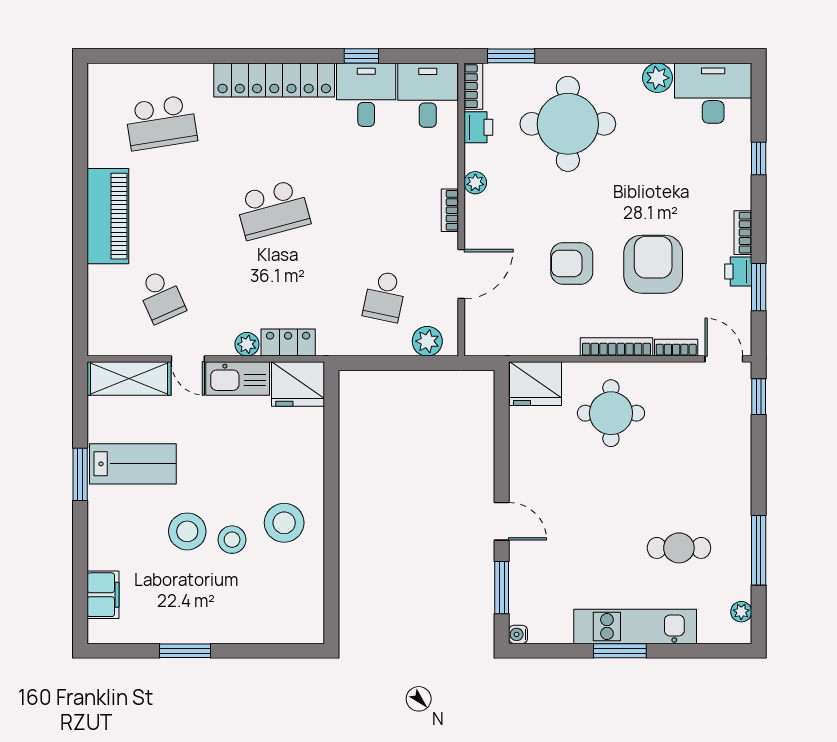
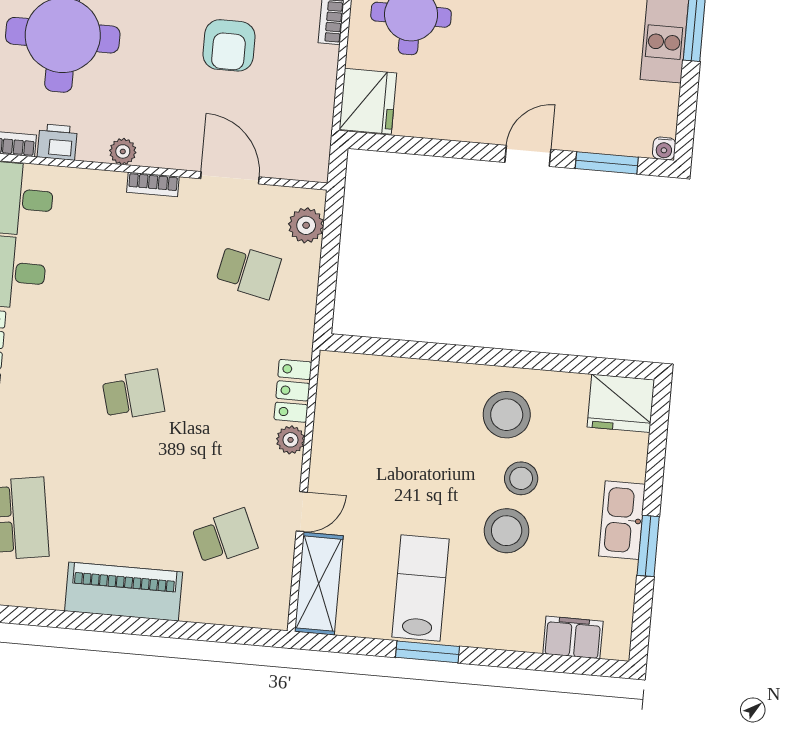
school desk: (273, 210) -> (133, 395), width x0.54
kitchen sink: (238, 378) -> (622, 520), moved, turned 180
fridge: (298, 384) -> (621, 403), moved, turned 90

